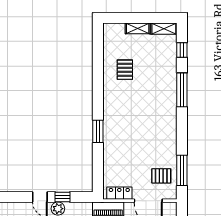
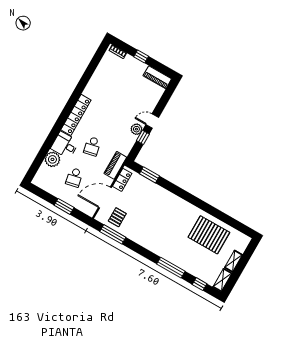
pallet: (125, 70) -> (209, 235), width x2.05, depth x2.00
window: (98, 131) -> (149, 175), moved

